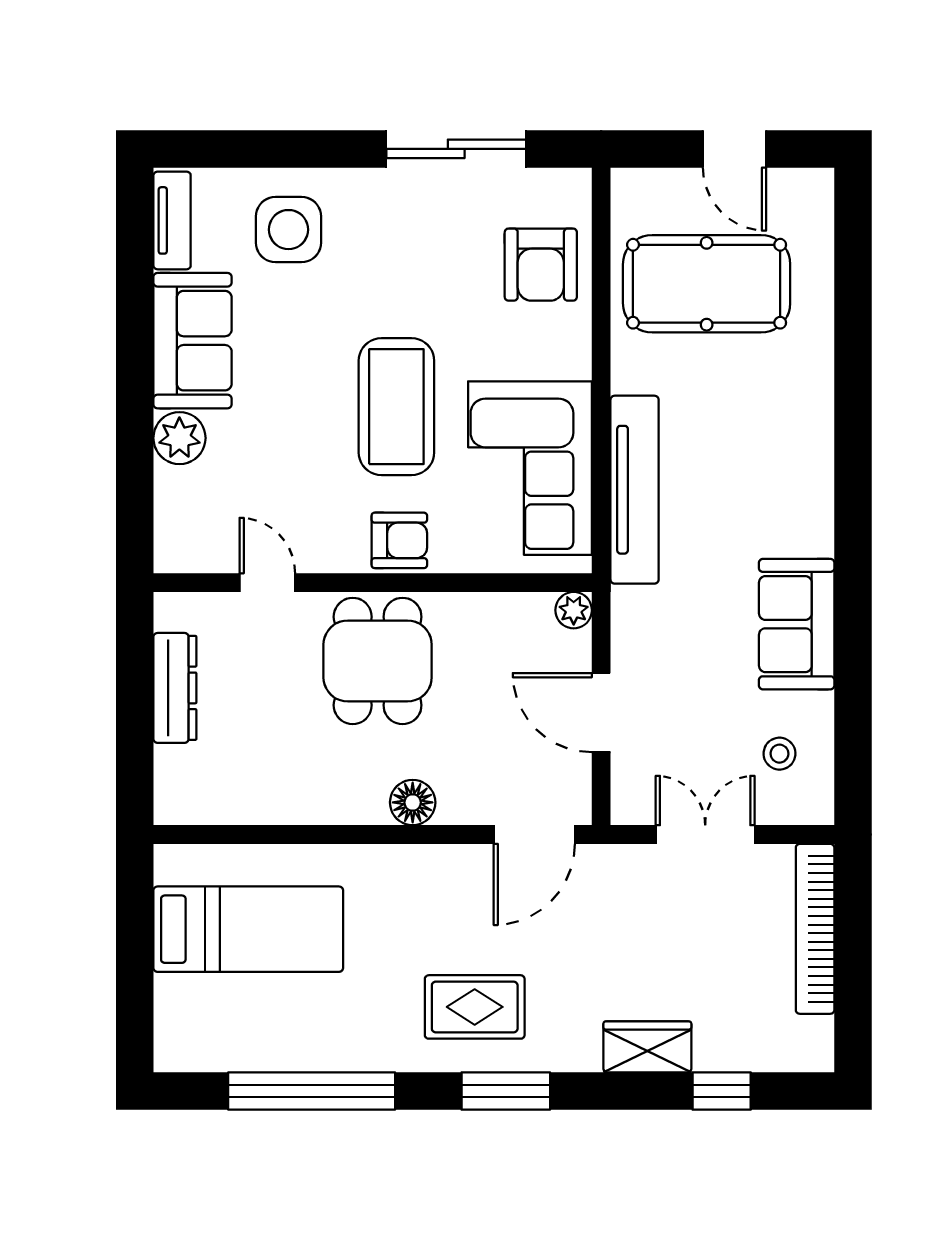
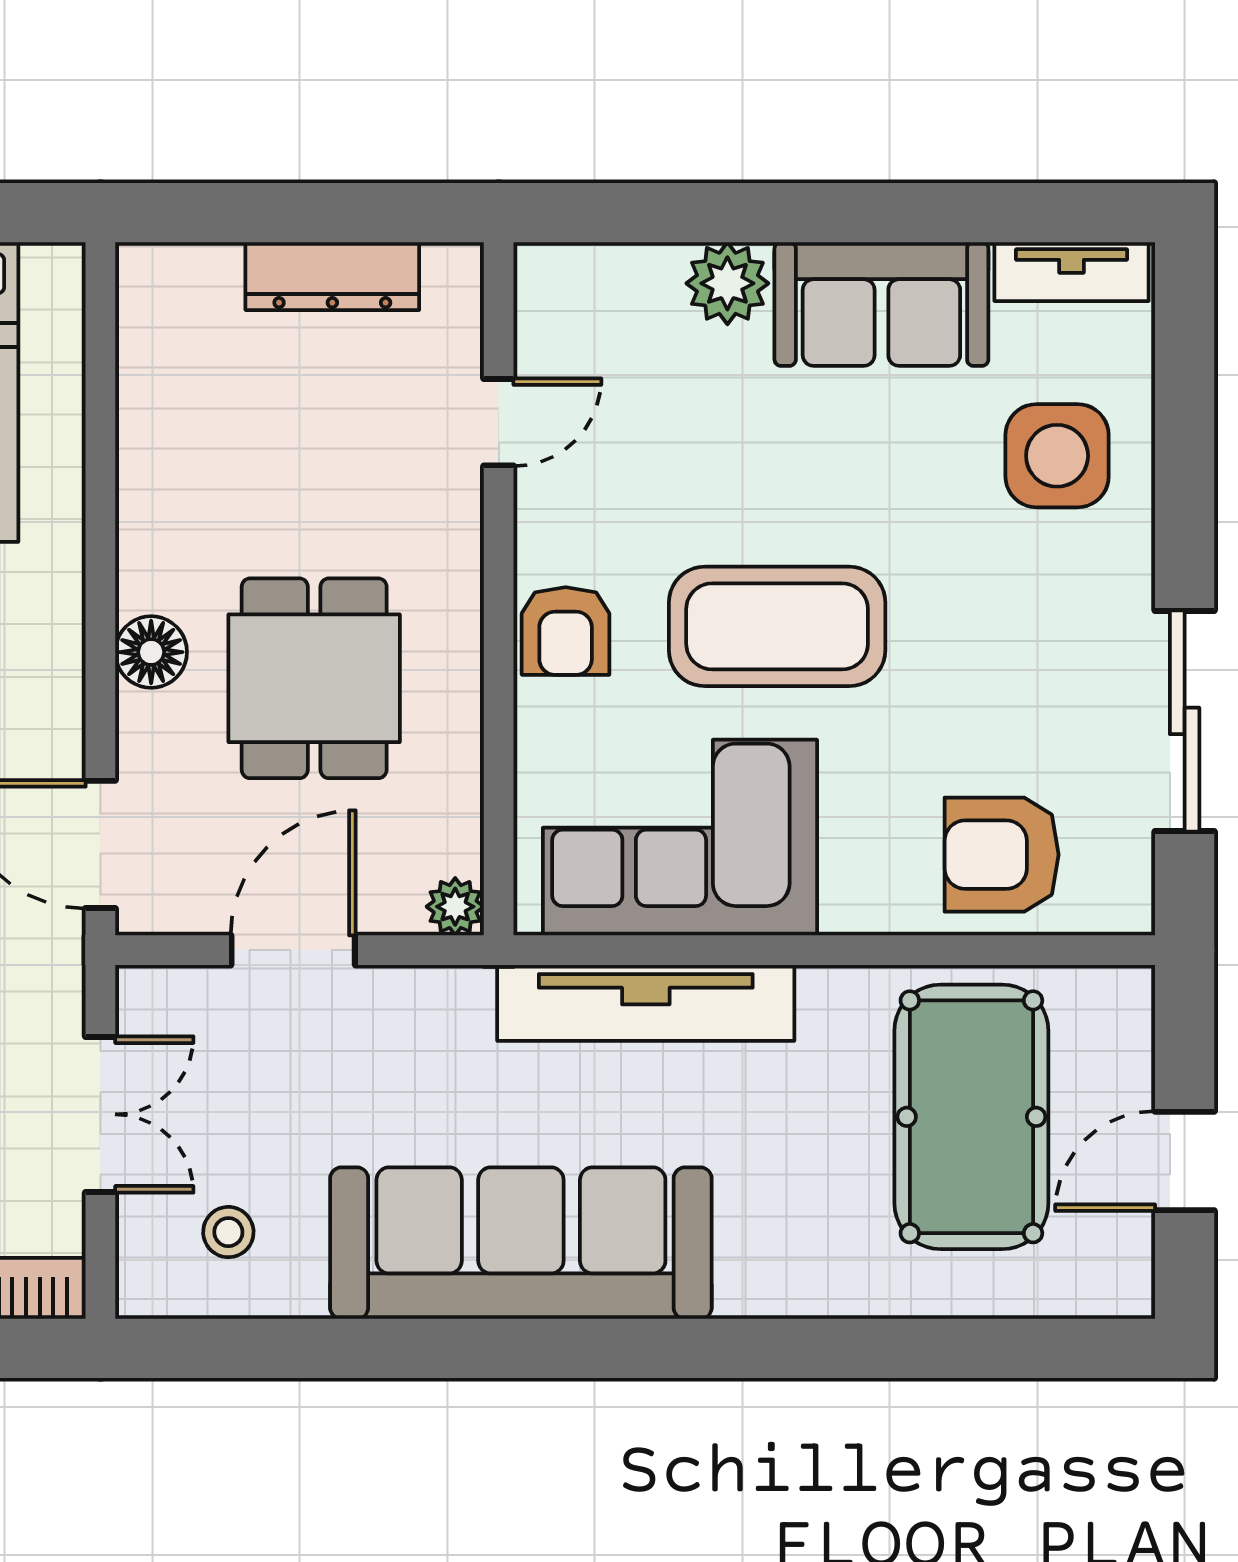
sofa: (797, 624) -> (521, 1243), width x1.85, depth x1.27
dining table: (378, 661) -> (314, 678), moved, turned 90

